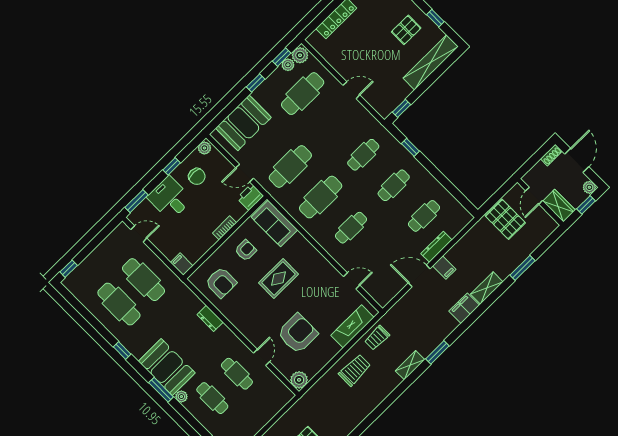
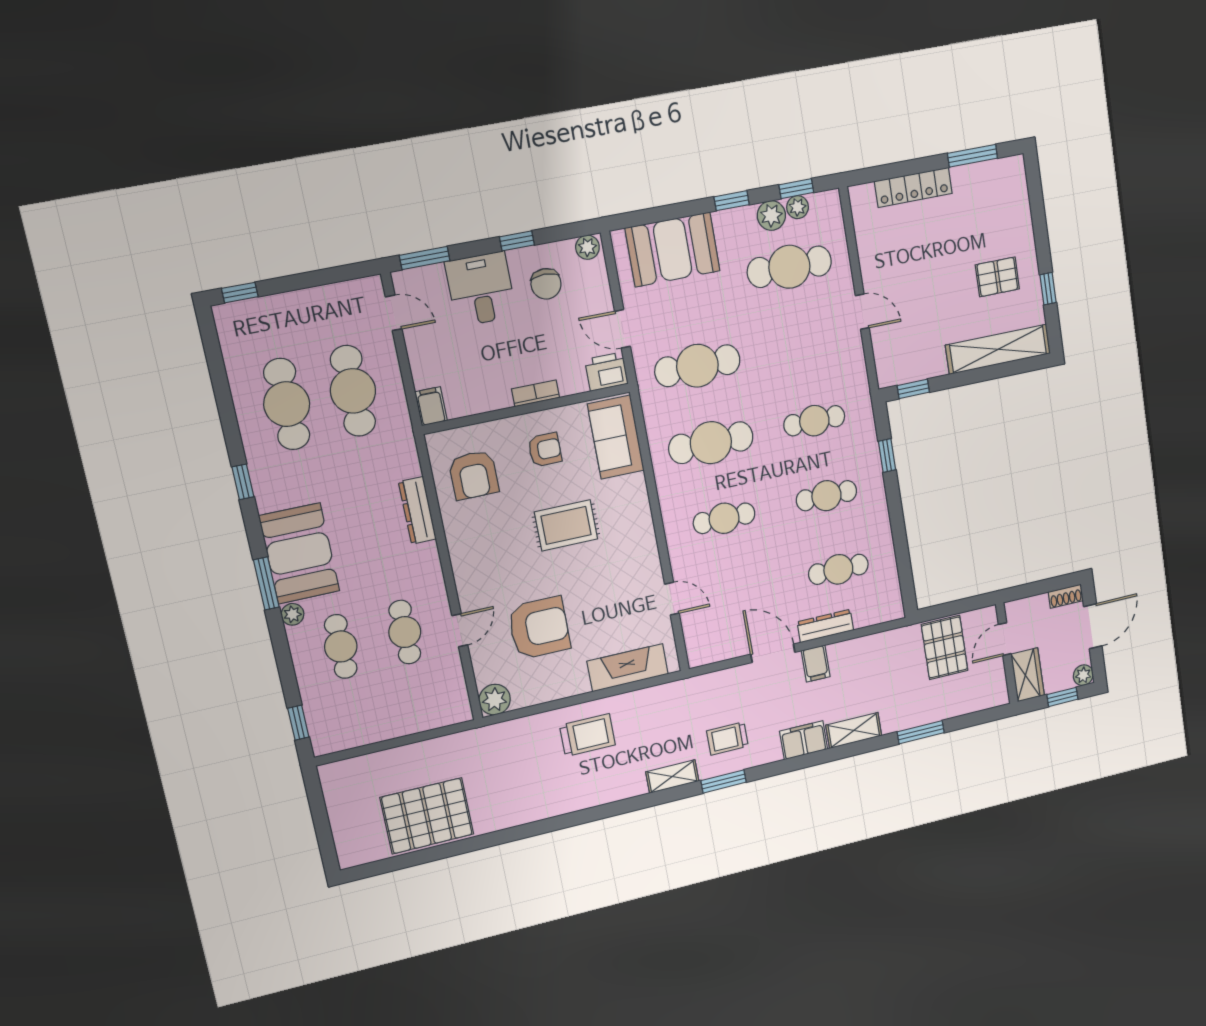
plant: (300, 55) -> (771, 215), moved
dresser: (210, 318) -> (417, 510), width x1.44
trolley: (377, 338) -> (727, 738), moved

